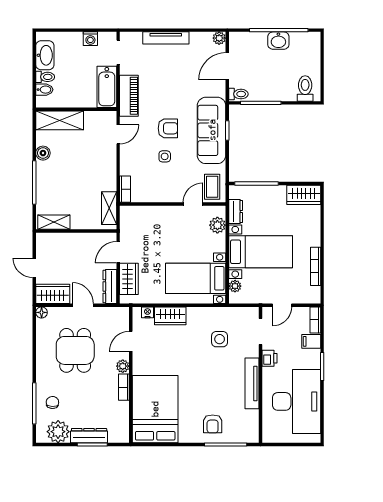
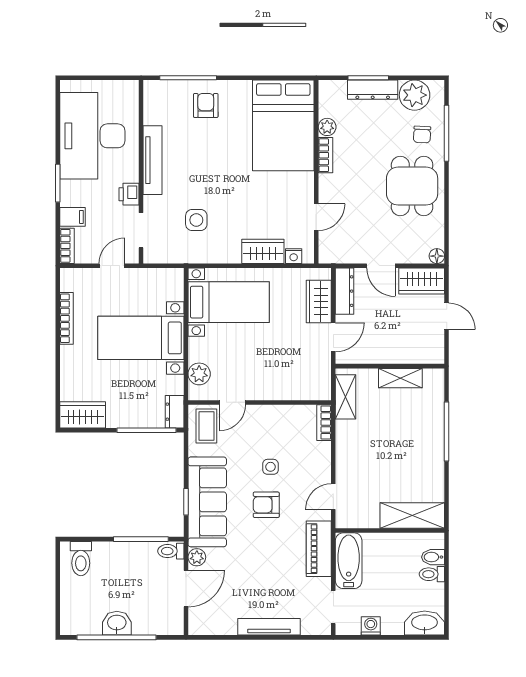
plant: (219, 38) -> (197, 557), moved
washbasin: (45, 55) -> (425, 623), moved, turned 90
boiler: (43, 153) -> (435, 471), removed
dresser: (236, 212) -> (175, 412), moved
shelving: (54, 222) -> (400, 378), moved
plant: (235, 286) -> (176, 292), removed
dining table: (75, 350) -> (412, 186), moved
plant: (123, 366) -> (327, 127), moved

